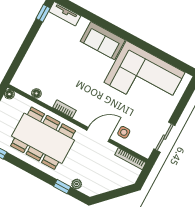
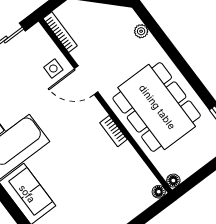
floor lamp: (36, 93) -> (159, 192), moved
window: (62, 187) -> (160, 36), removed

